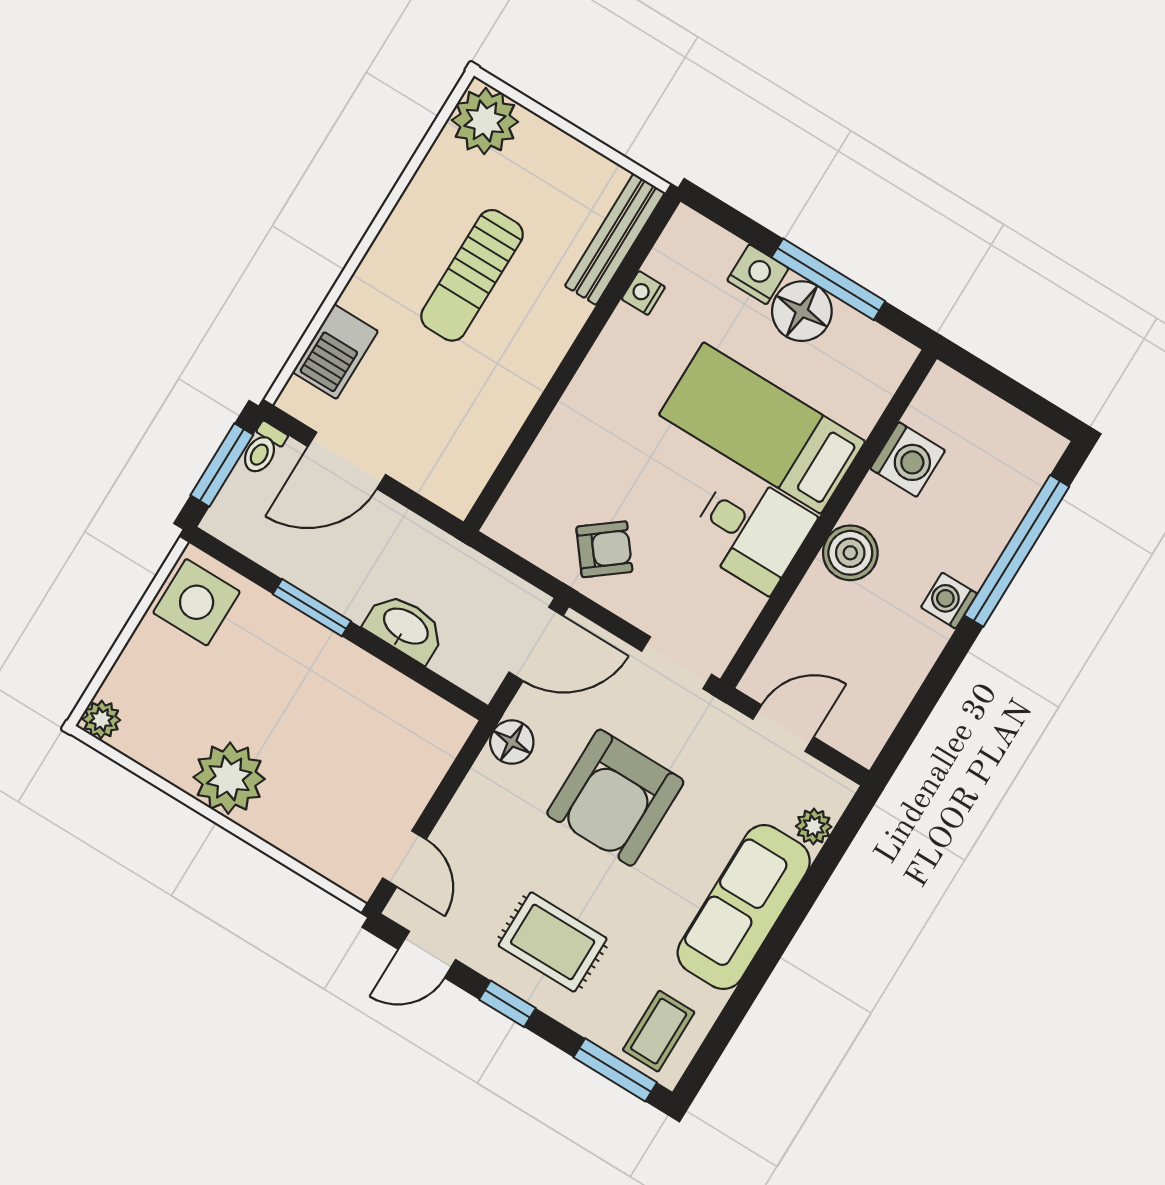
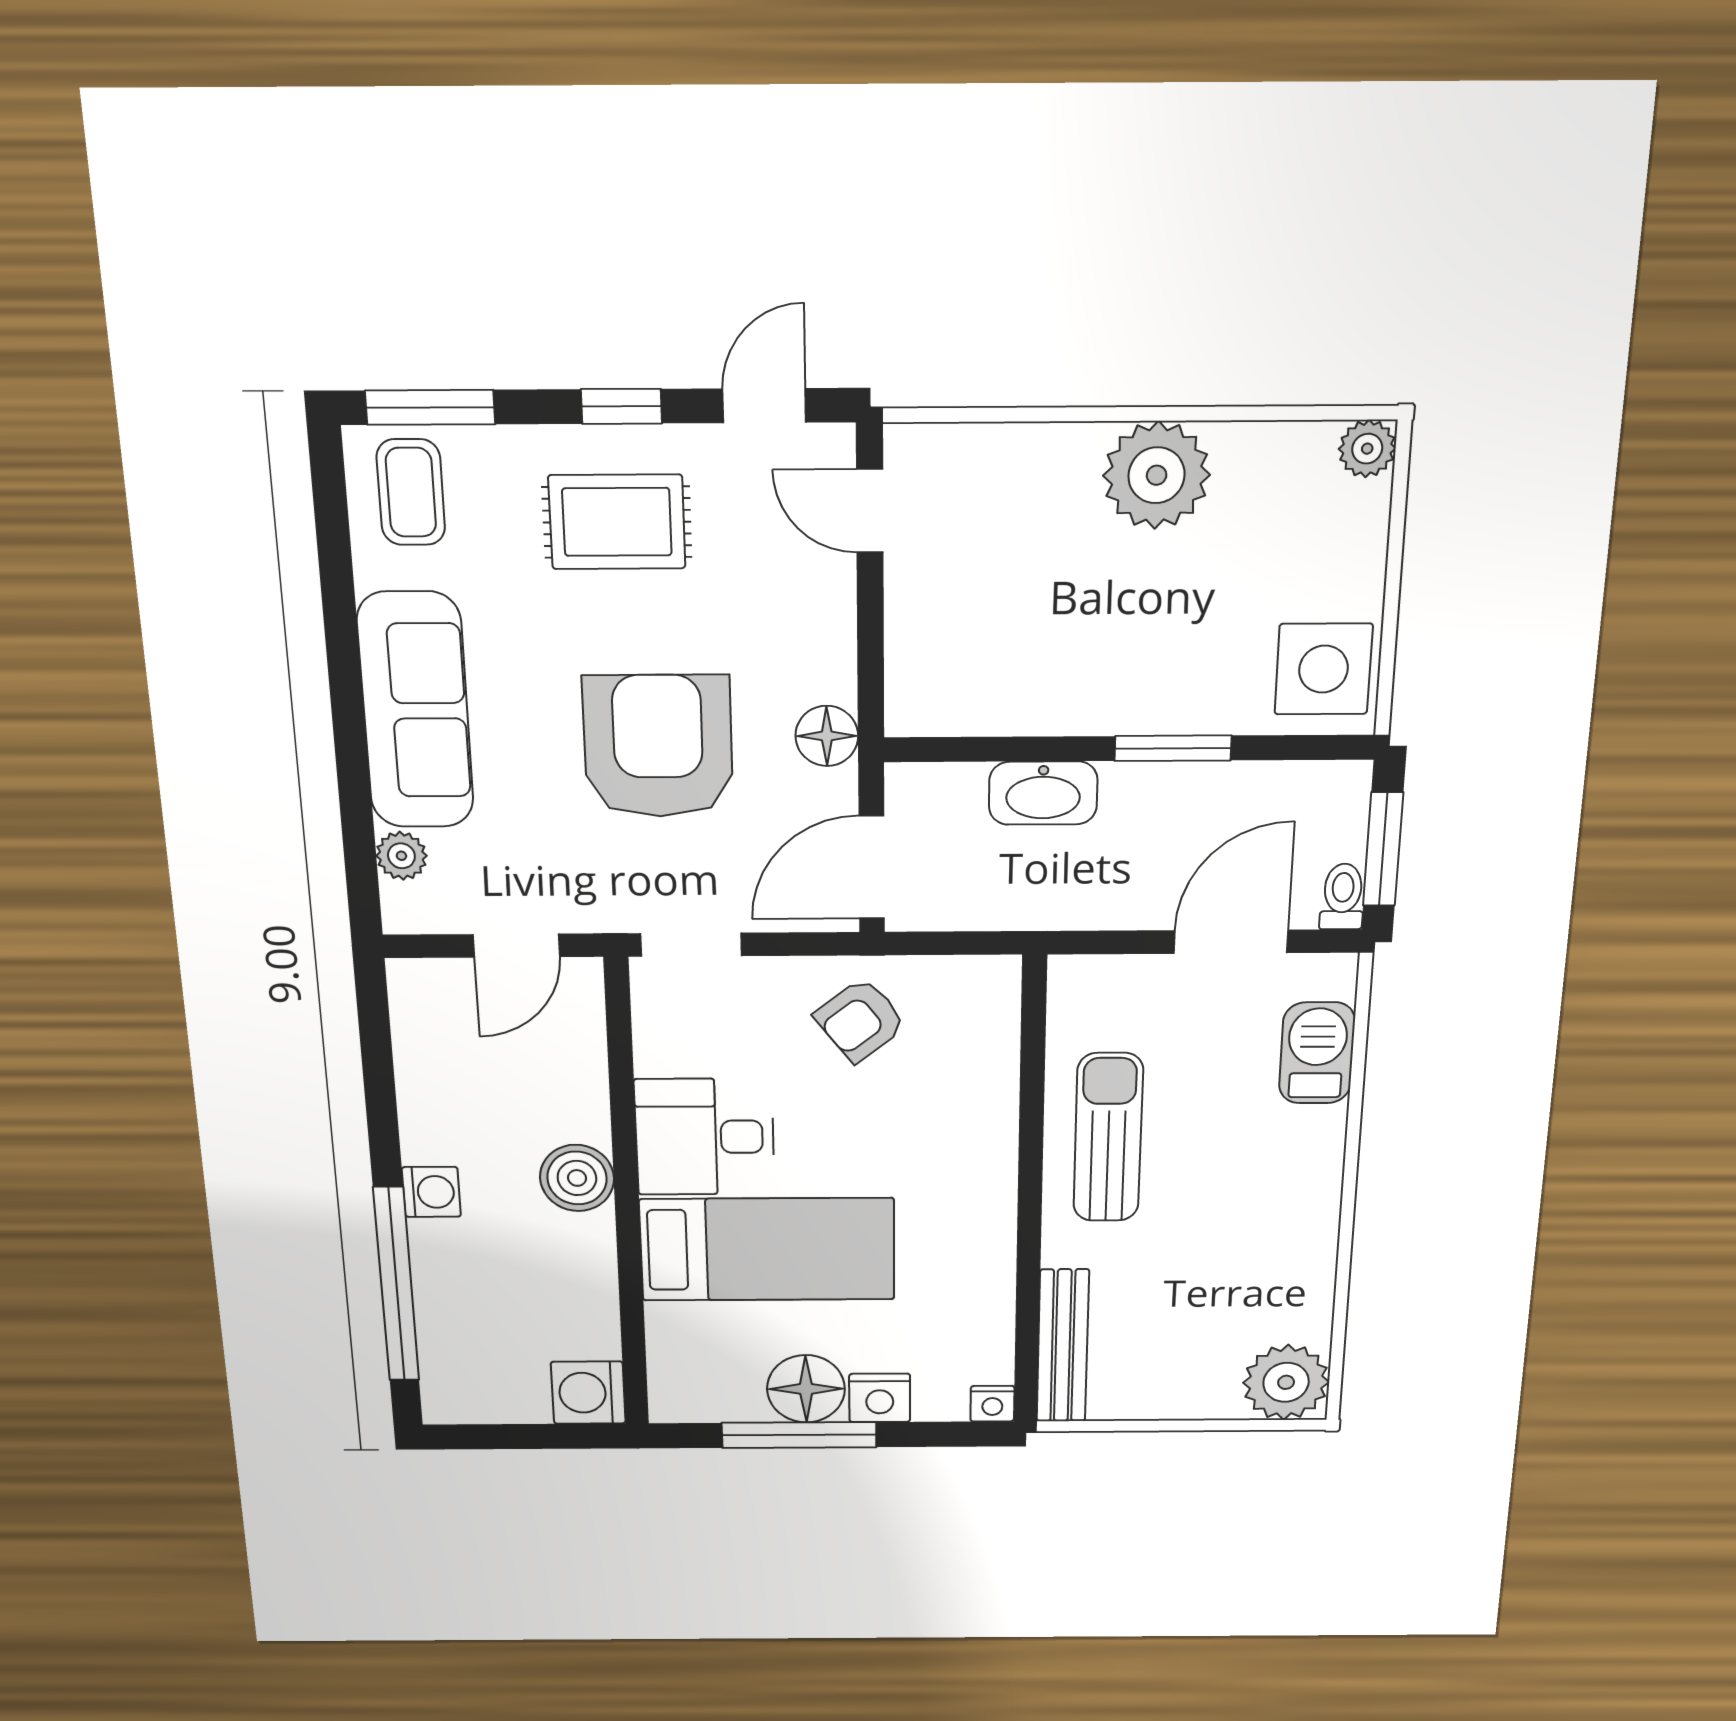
sun lounger: (472, 275) -> (1108, 1138), moved
nightstand: (643, 293) -> (992, 1404), moved, turned 90
washing machine: (908, 460) -> (588, 1393), moved

